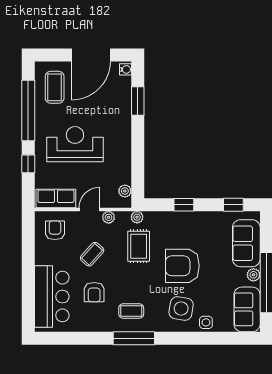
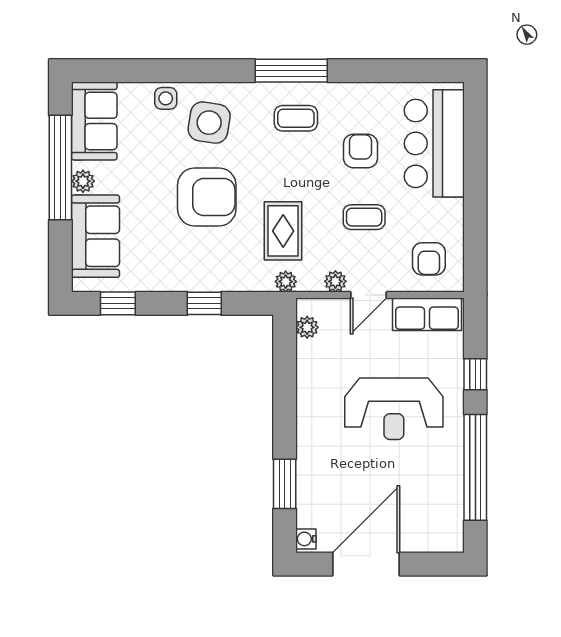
coffee table: (55, 87) -> (429, 508), removed
coffee table: (92, 254) -> (364, 217), turned 48

